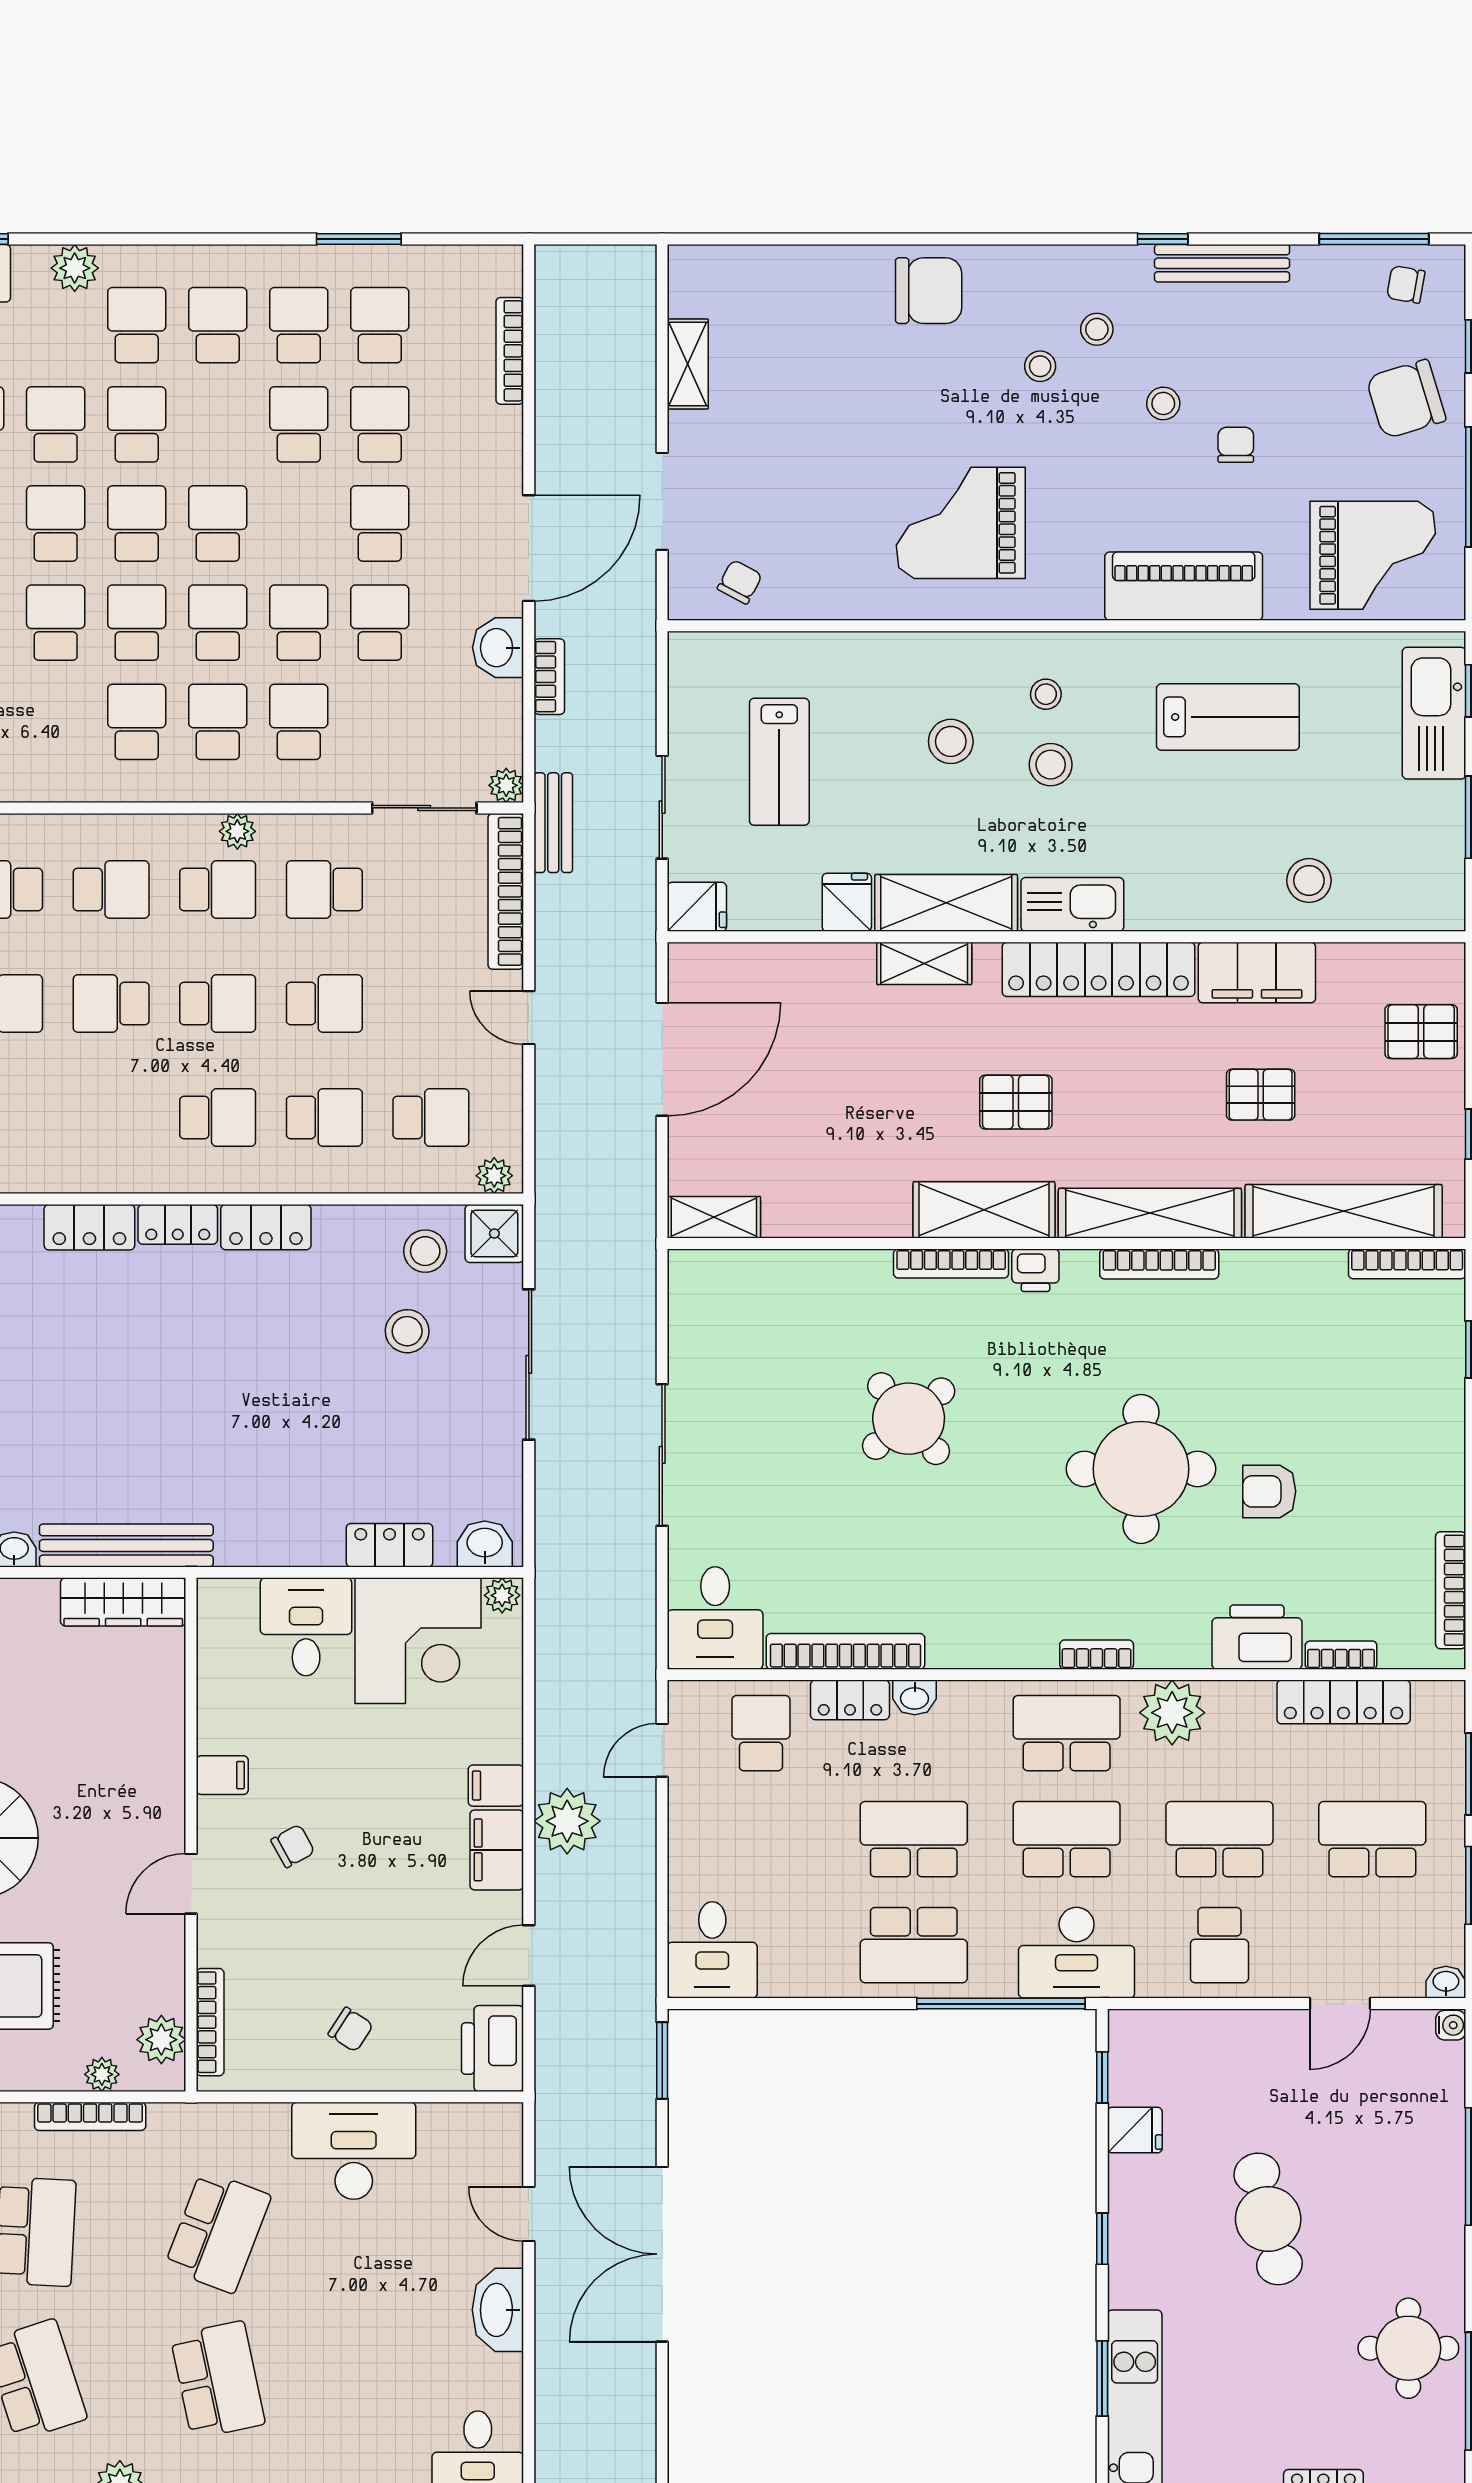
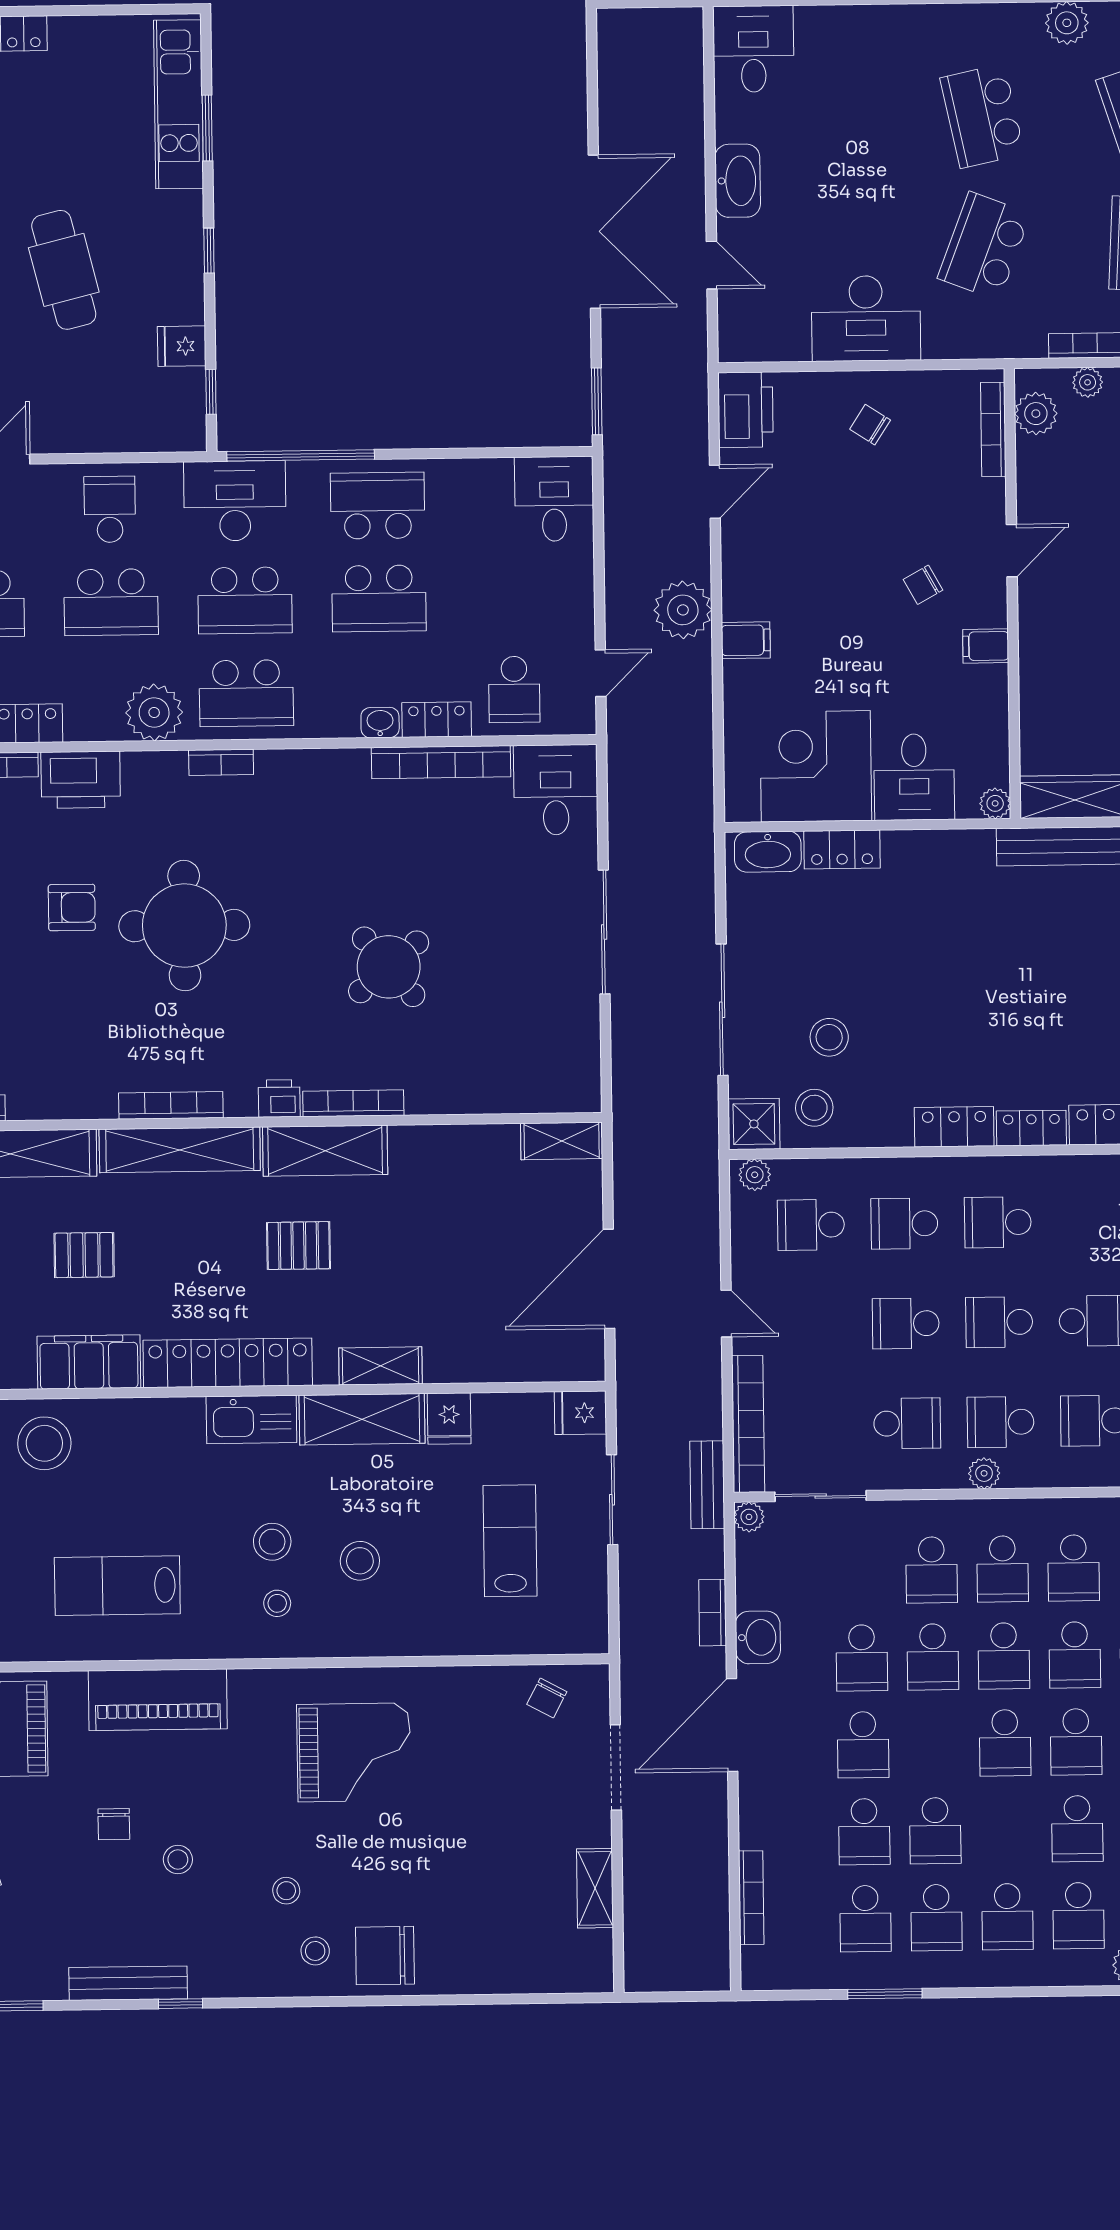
stool: (1097, 329) -> (315, 1951), moved
stool: (1309, 880) -> (44, 1443), width x1.38, depth x1.38
washbasin: (485, 1544) -> (768, 852), width x1.38
plant: (502, 1595) -> (995, 803), moved
filing cabinet: (497, 1850) -> (744, 584), removed

